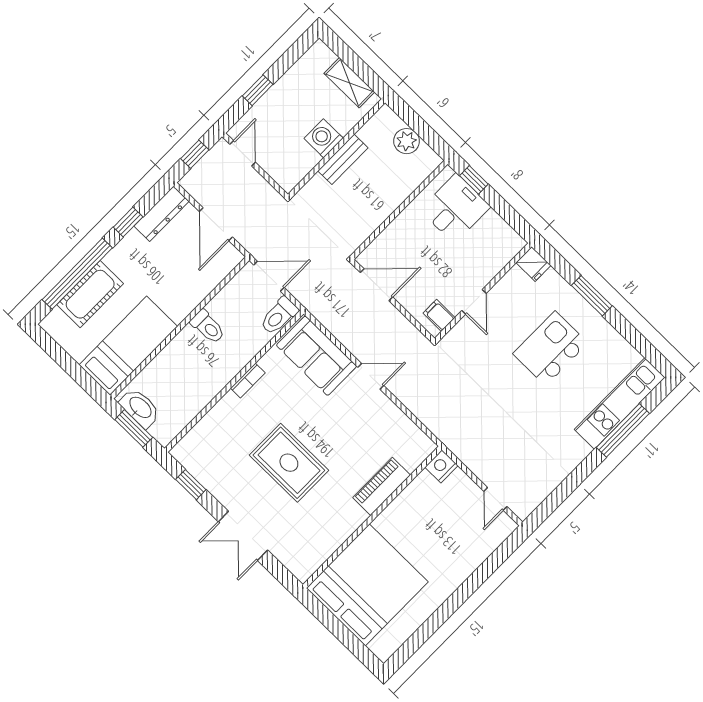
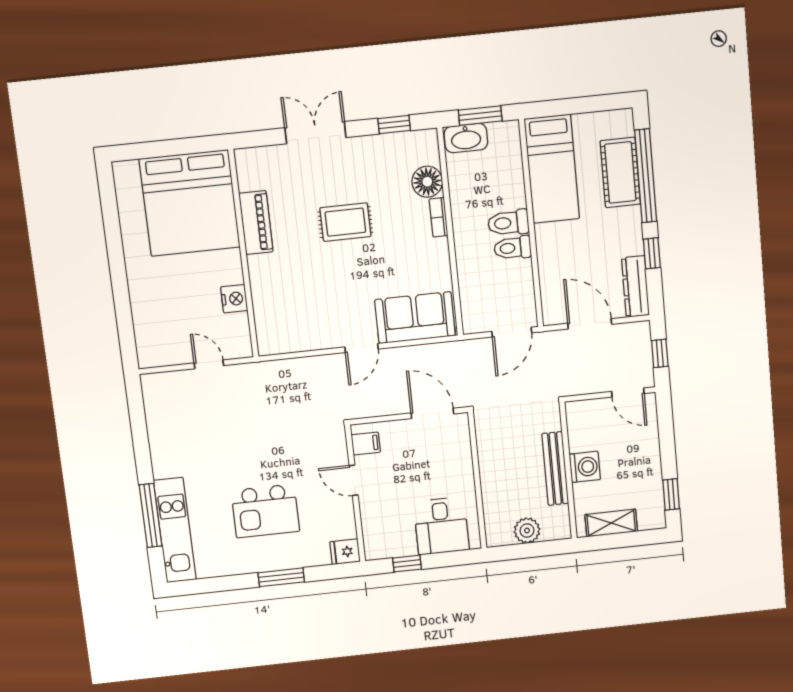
window: (258, 90) -> (671, 494), moved
bench: (343, 159) -> (555, 469), width x1.36
window: (474, 180) -> (407, 564), moved
door: (376, 285) -> (432, 413), swing flipped
toilet: (279, 316) -> (508, 223), moved, turned -90
kitchen island: (550, 348) -> (265, 511), turned 90
bookcase: (248, 381) -> (439, 217), moved
washbasin: (140, 408) -> (466, 138), moved
floor lamp: (212, 428) -> (427, 182), added
rug: (289, 463) -> (345, 222), width x0.73, depth x0.70
nightstand: (441, 466) -> (234, 299), moved
piano: (382, 486) -> (256, 223), moved
door: (495, 499) -> (209, 364), moved

